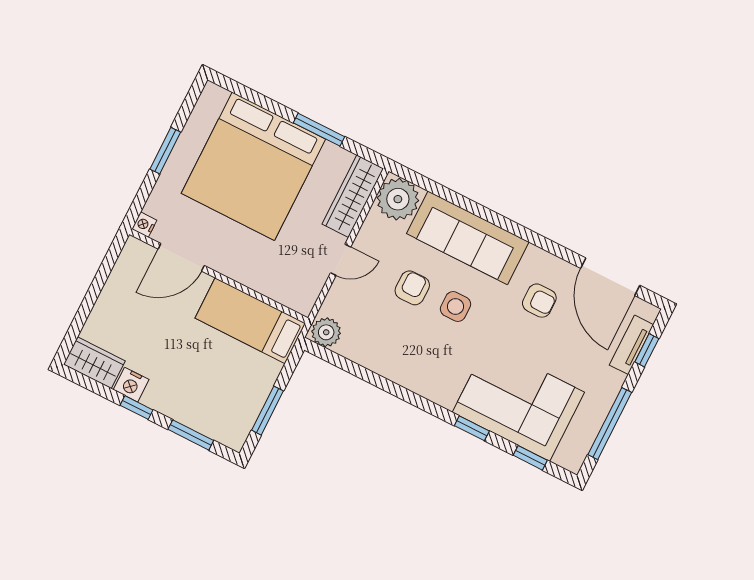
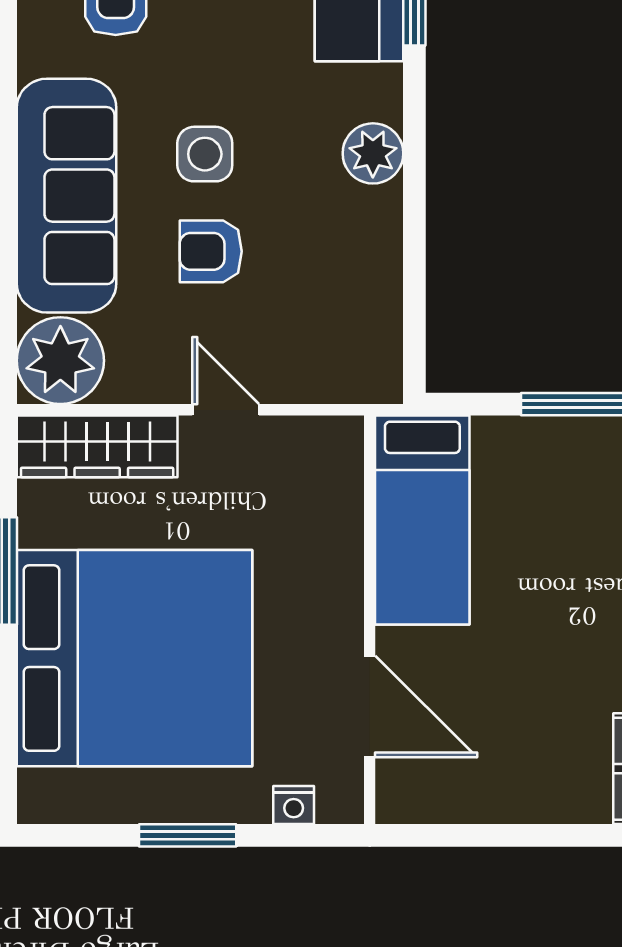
nightstand: (144, 225) -> (294, 805), moved
plant: (326, 332) -> (373, 153), moved

